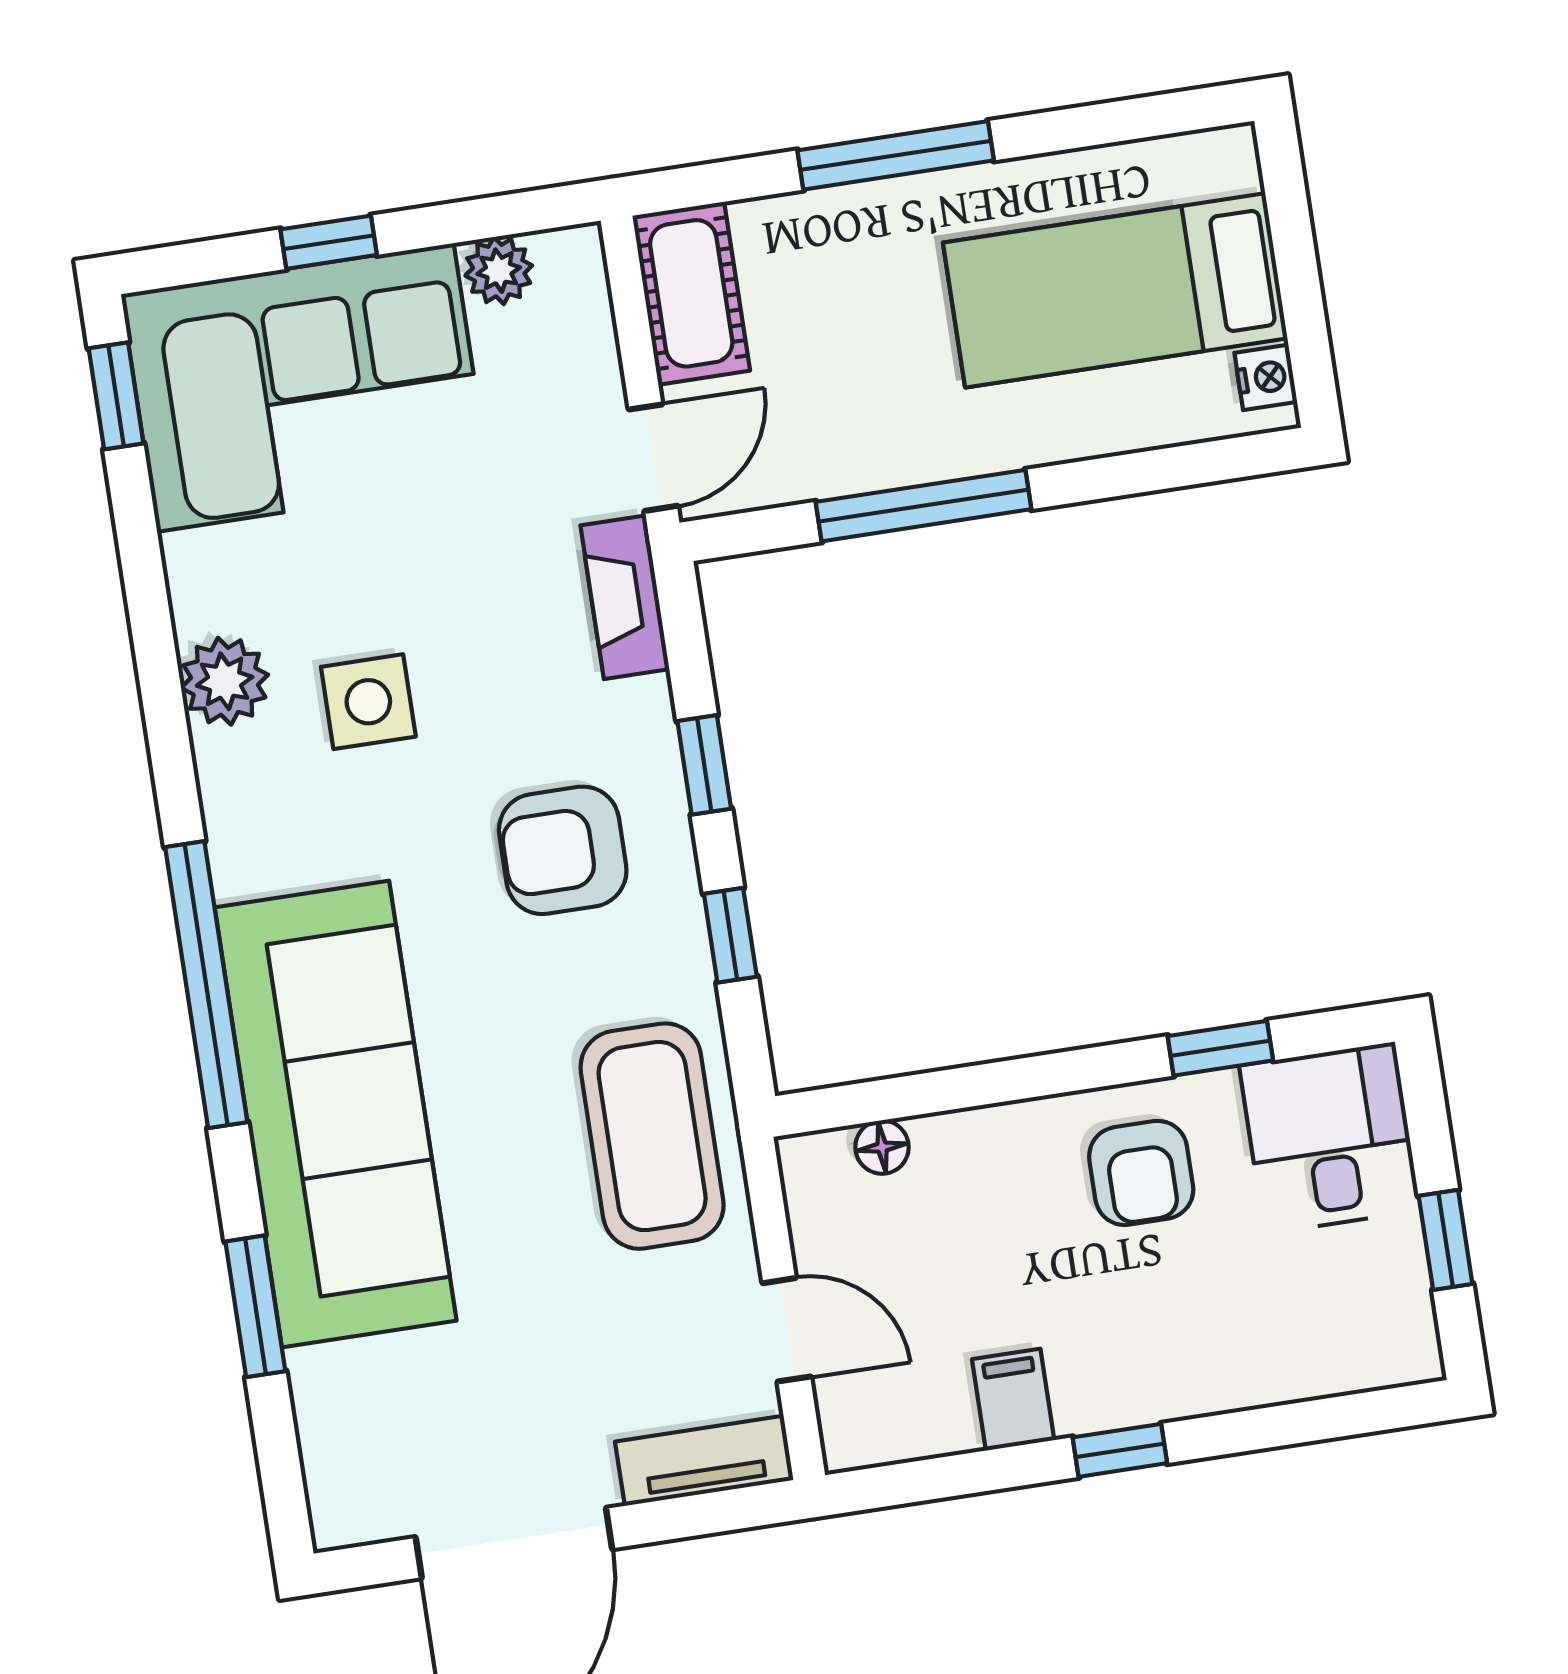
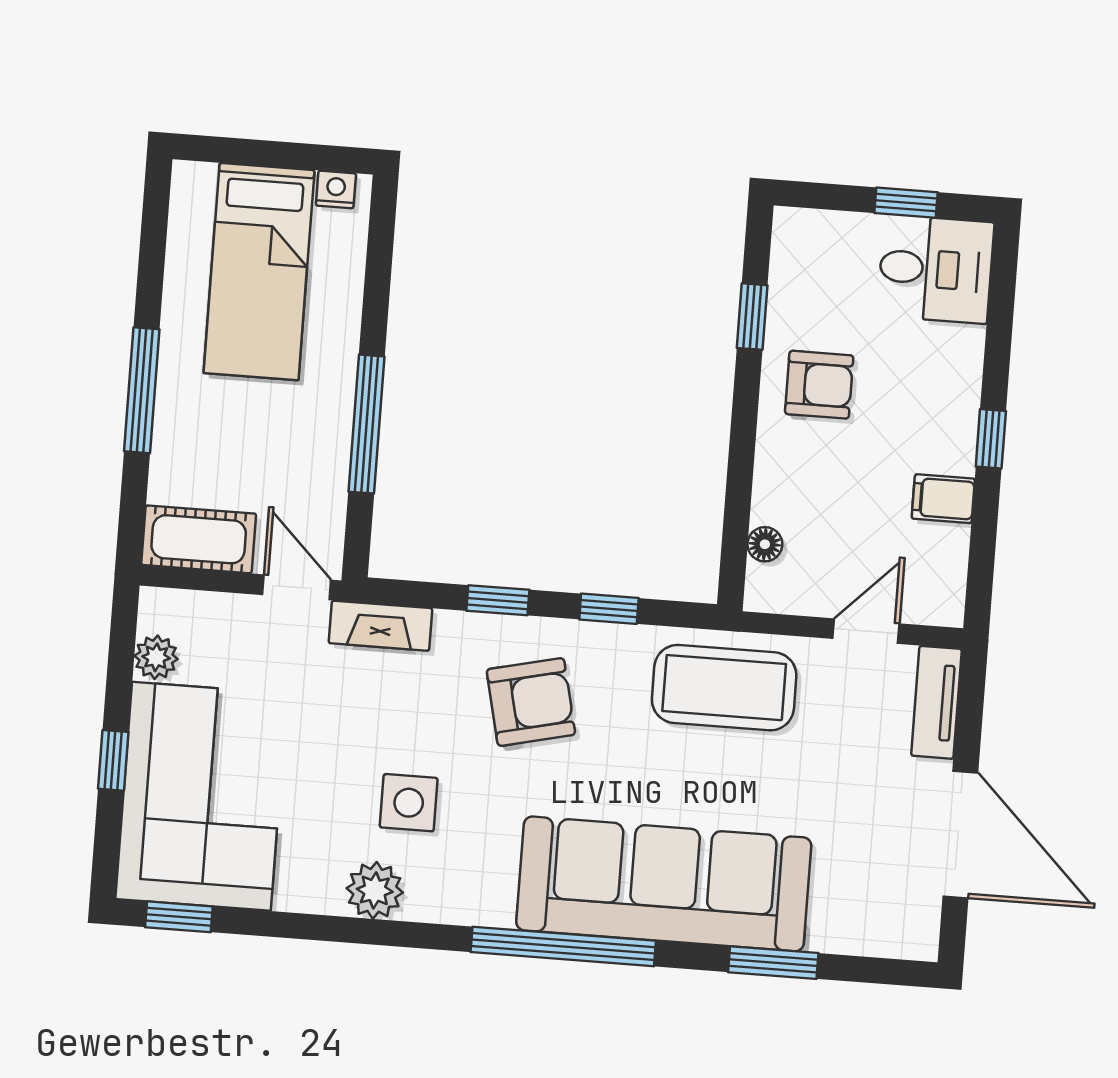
armchair: (563, 850) -> (531, 702), turned -103
desk: (1330, 1138) -> (936, 269), moved, turned 180

